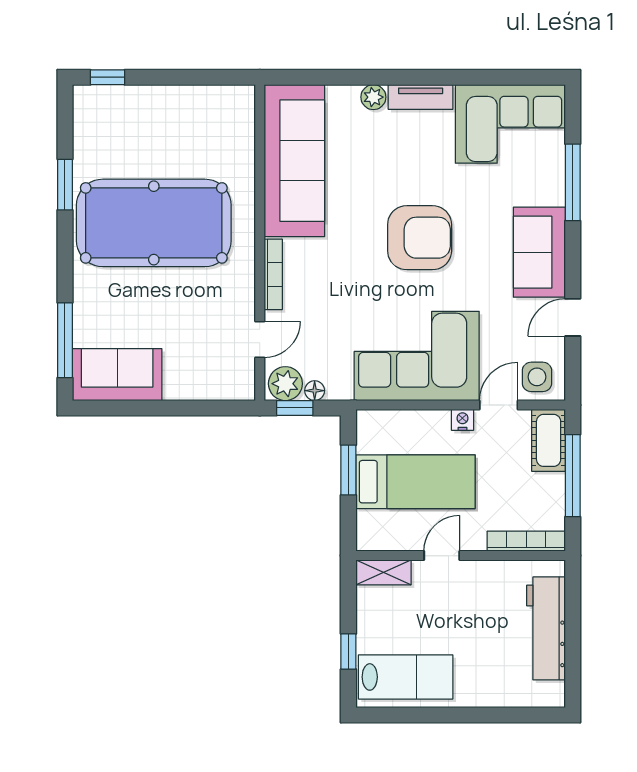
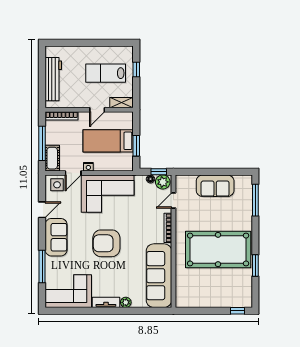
sofa: (117, 375) -> (215, 186), moved
lab bench: (406, 677) -> (106, 73), moved

